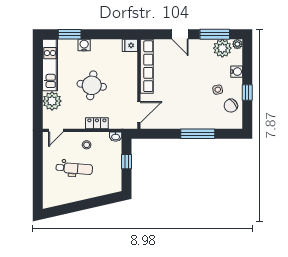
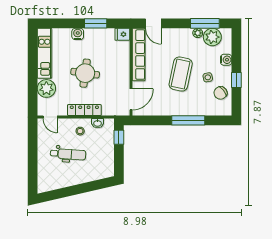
window: (70, 34) -> (96, 23), moved
door: (180, 34) -> (153, 23), moved
plant: (237, 44) -> (198, 33), moved
coffee table: (190, 86) -> (181, 74), added
locker: (97, 123) -> (84, 110), width x1.53
door: (56, 130) -> (50, 117), hinge flipped
washbasin: (116, 137) -> (98, 123), moved
window: (126, 162) -> (119, 137), moved

